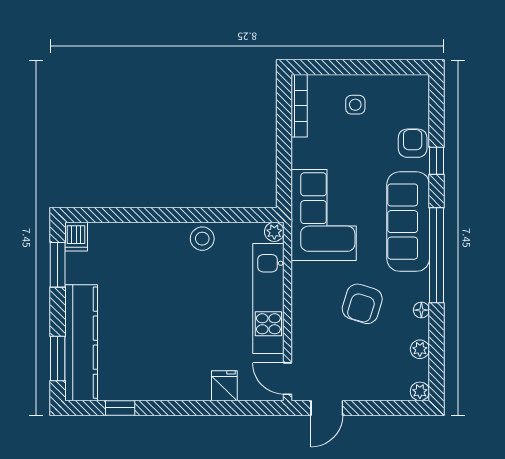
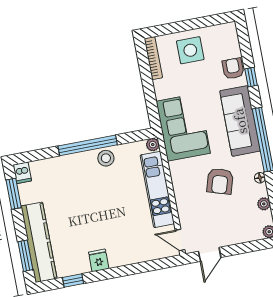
side table: (355, 105) -> (190, 50), width x1.87, depth x1.87
window: (179, 215) -> (88, 145), added
fridge: (224, 386) -> (99, 260), moved

